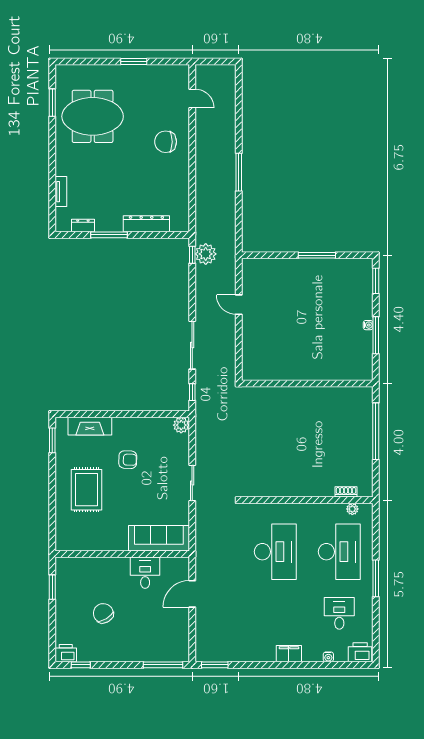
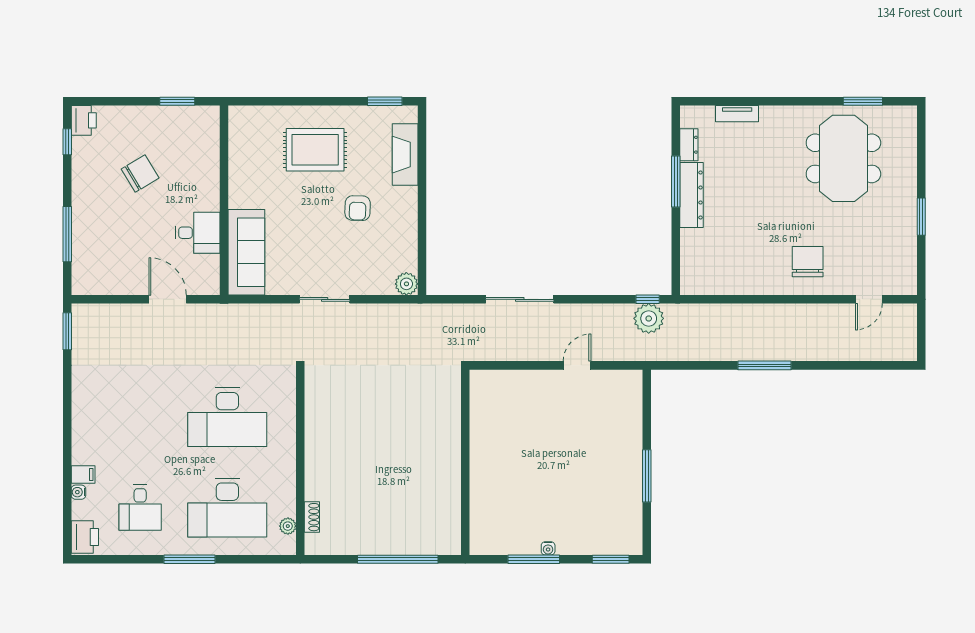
dresser: (146, 224) -> (691, 195), moved
window: (192, 392) -> (453, 299), removed
desk: (339, 613) -> (140, 508), turned 90
filing cabinet: (289, 654) -> (83, 474), moved, width x0.50
window: (163, 665) -> (67, 234), moved

